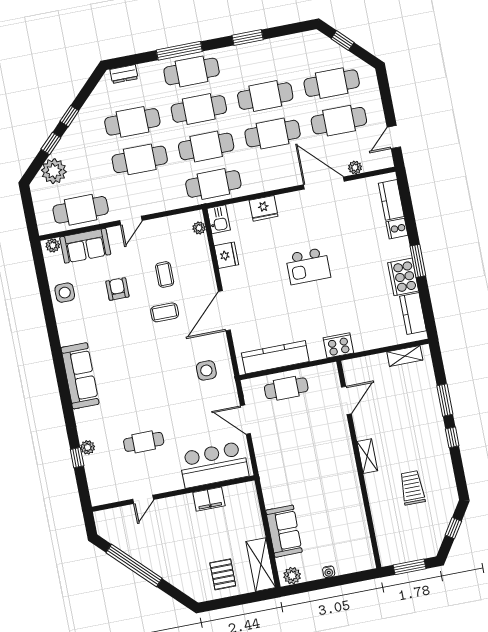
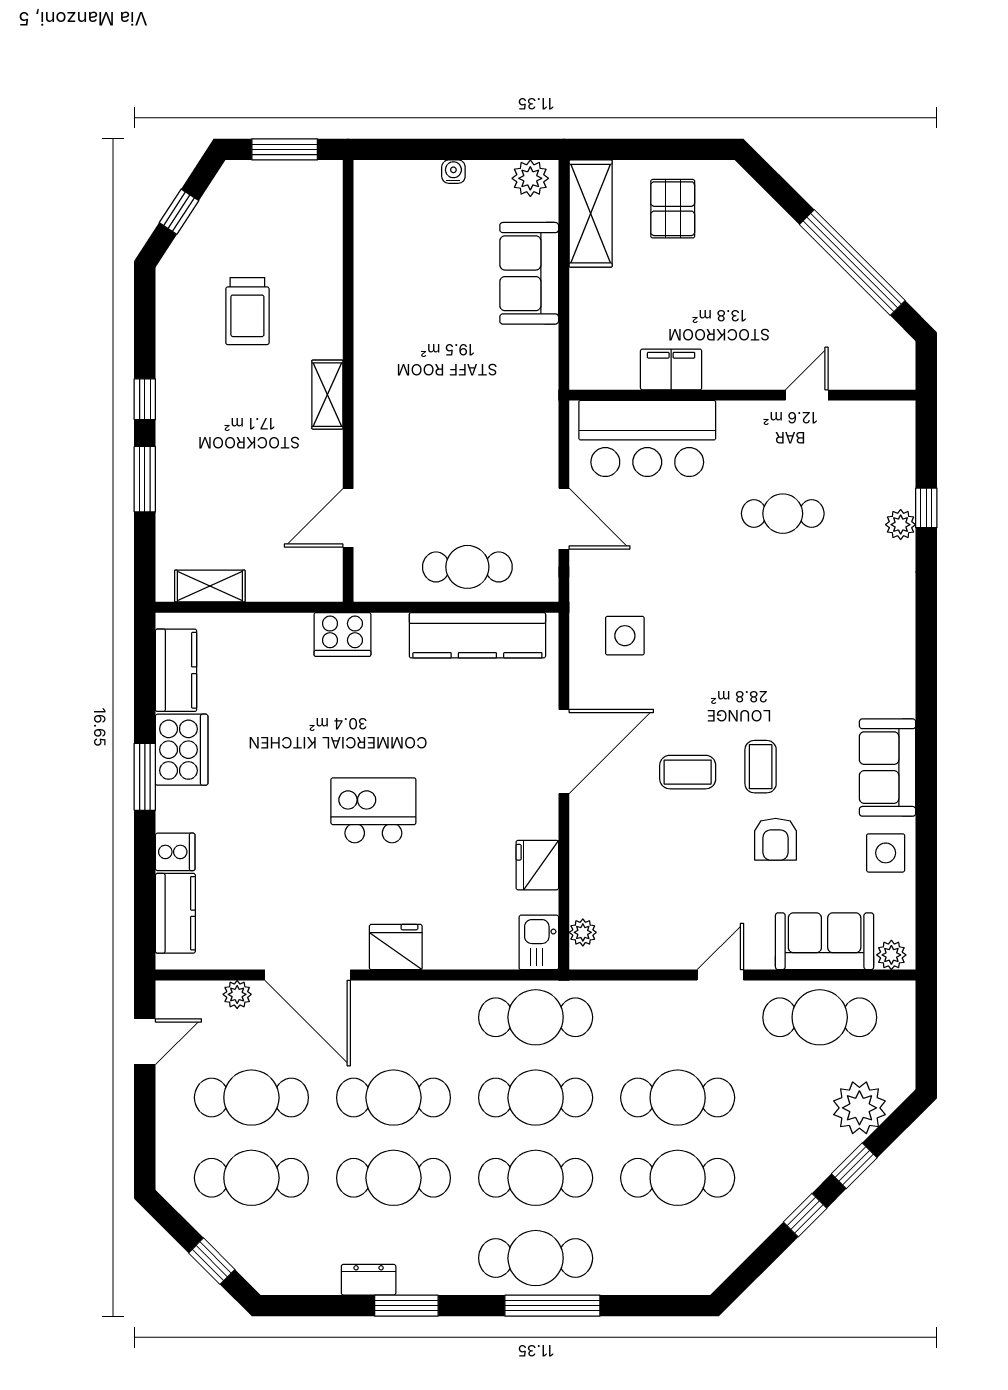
dresser: (124, 74) -> (369, 1280), moved
fridge: (264, 208) -> (396, 947), moved
coffee table: (165, 275) -> (761, 767), moved
sofa: (80, 376) -> (888, 768), moved, width x0.73

